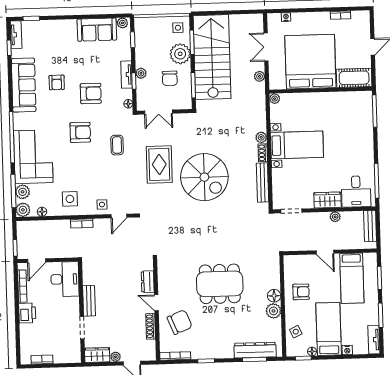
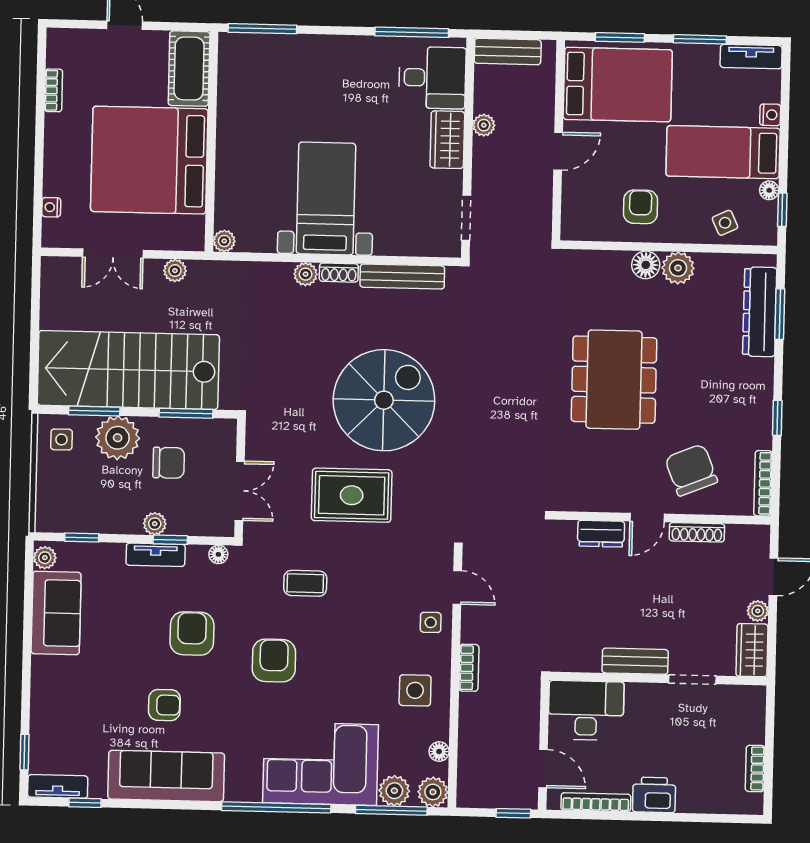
bed: (352, 278) -> (618, 85), width x1.50

